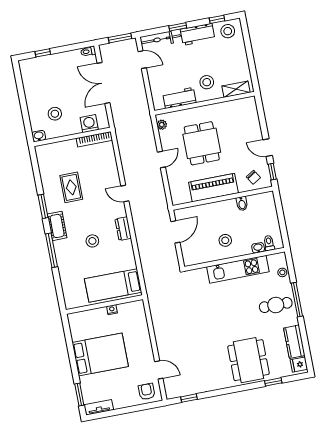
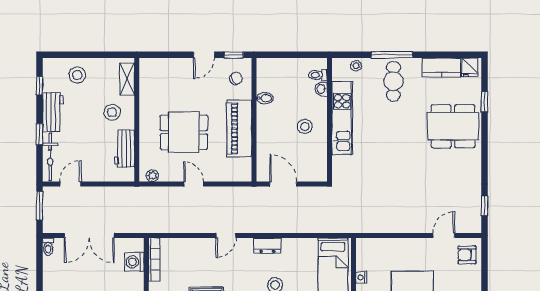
stool: (228, 31) -> (77, 75), moved

